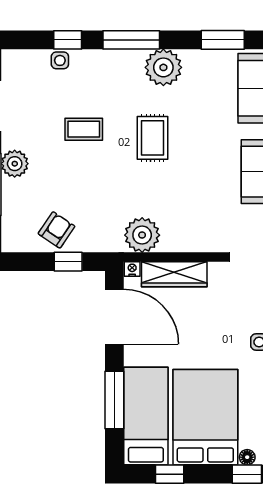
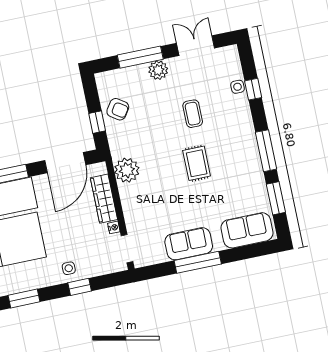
window: (131, 40) -> (266, 151), moved
plant: (163, 67) -> (248, 161), removed
rug: (153, 138) -> (197, 163), turned 90
nightstand: (132, 269) -> (114, 227), moved

